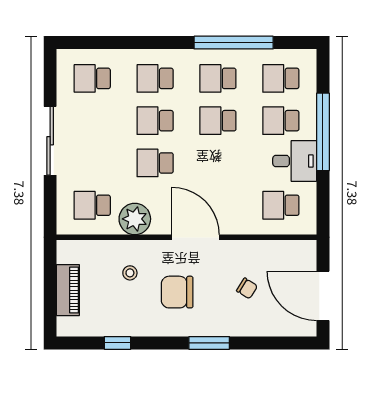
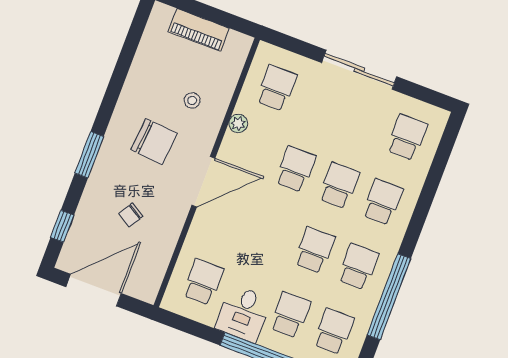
plant: (135, 219) -> (238, 124), width x0.53, depth x0.53
chair: (177, 292) -> (154, 142), turned 95
window: (118, 343) -> (62, 226), moved

